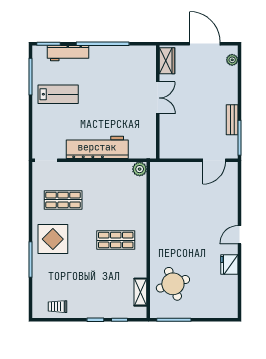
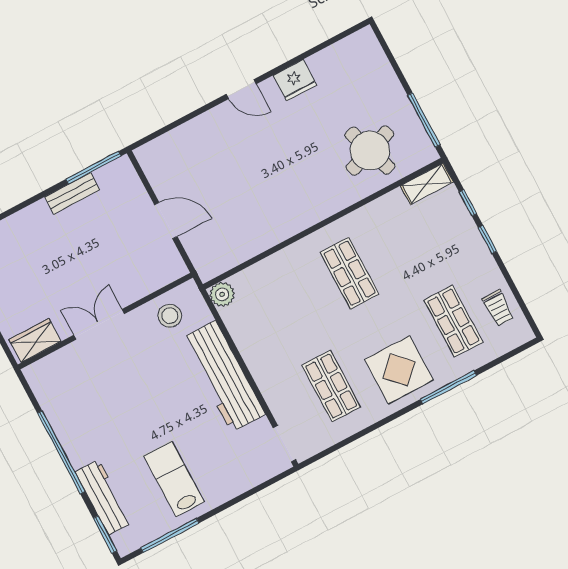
stool: (143, 136) -> (170, 316), added
door: (214, 160) -> (166, 221), moved
shop shelf: (63, 280) -> (453, 321), added
shelving: (140, 292) -> (427, 184), moved

